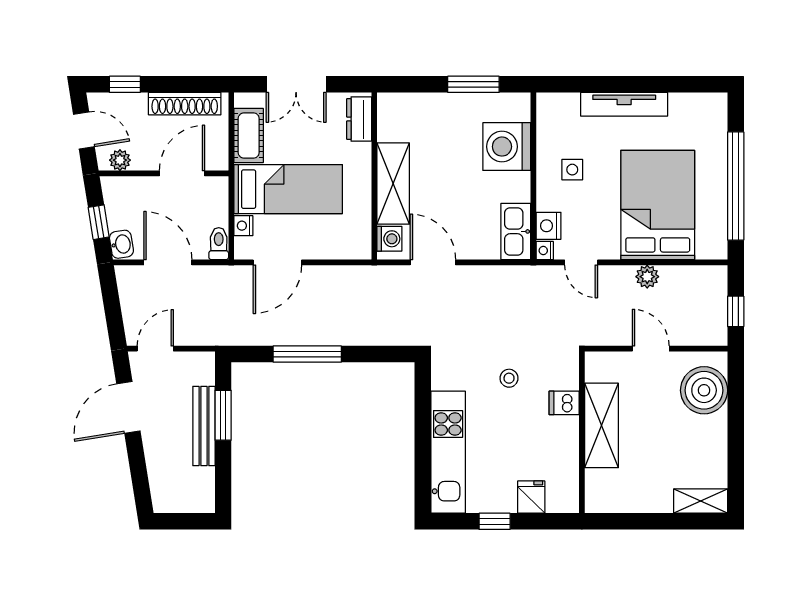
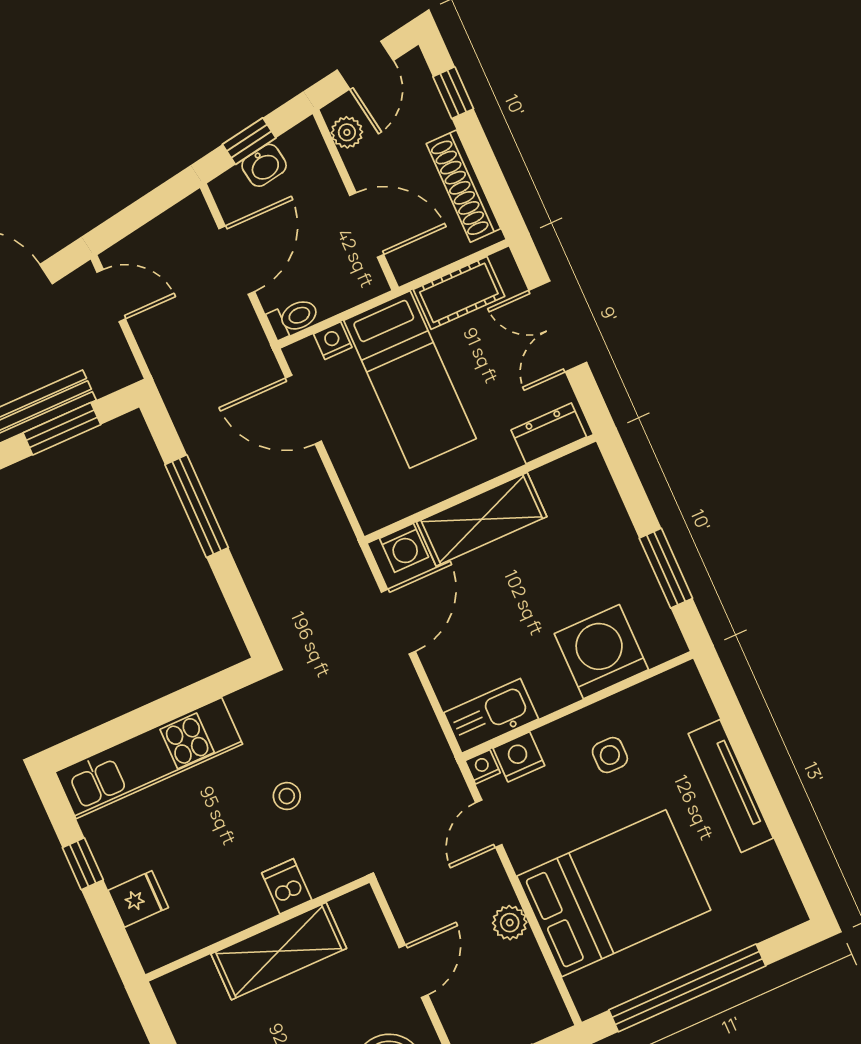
washbasin: (121, 244) -> (264, 165), moved

